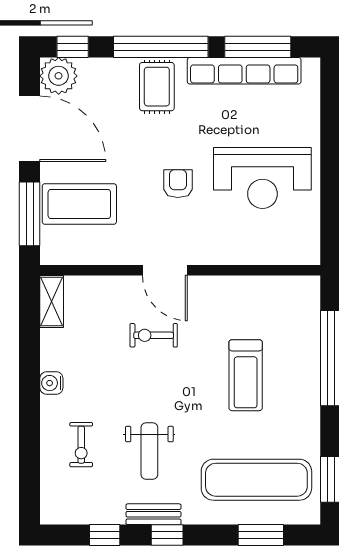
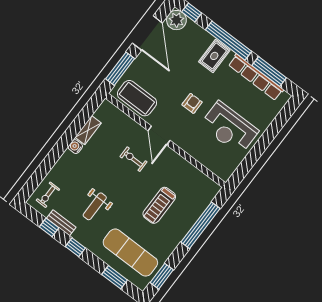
coffee table: (79, 204) -> (137, 98), moved
shelving: (52, 302) -> (88, 130), moved
exercise bike: (81, 445) -> (48, 195), moved
bench: (153, 514) -> (61, 223), moved

